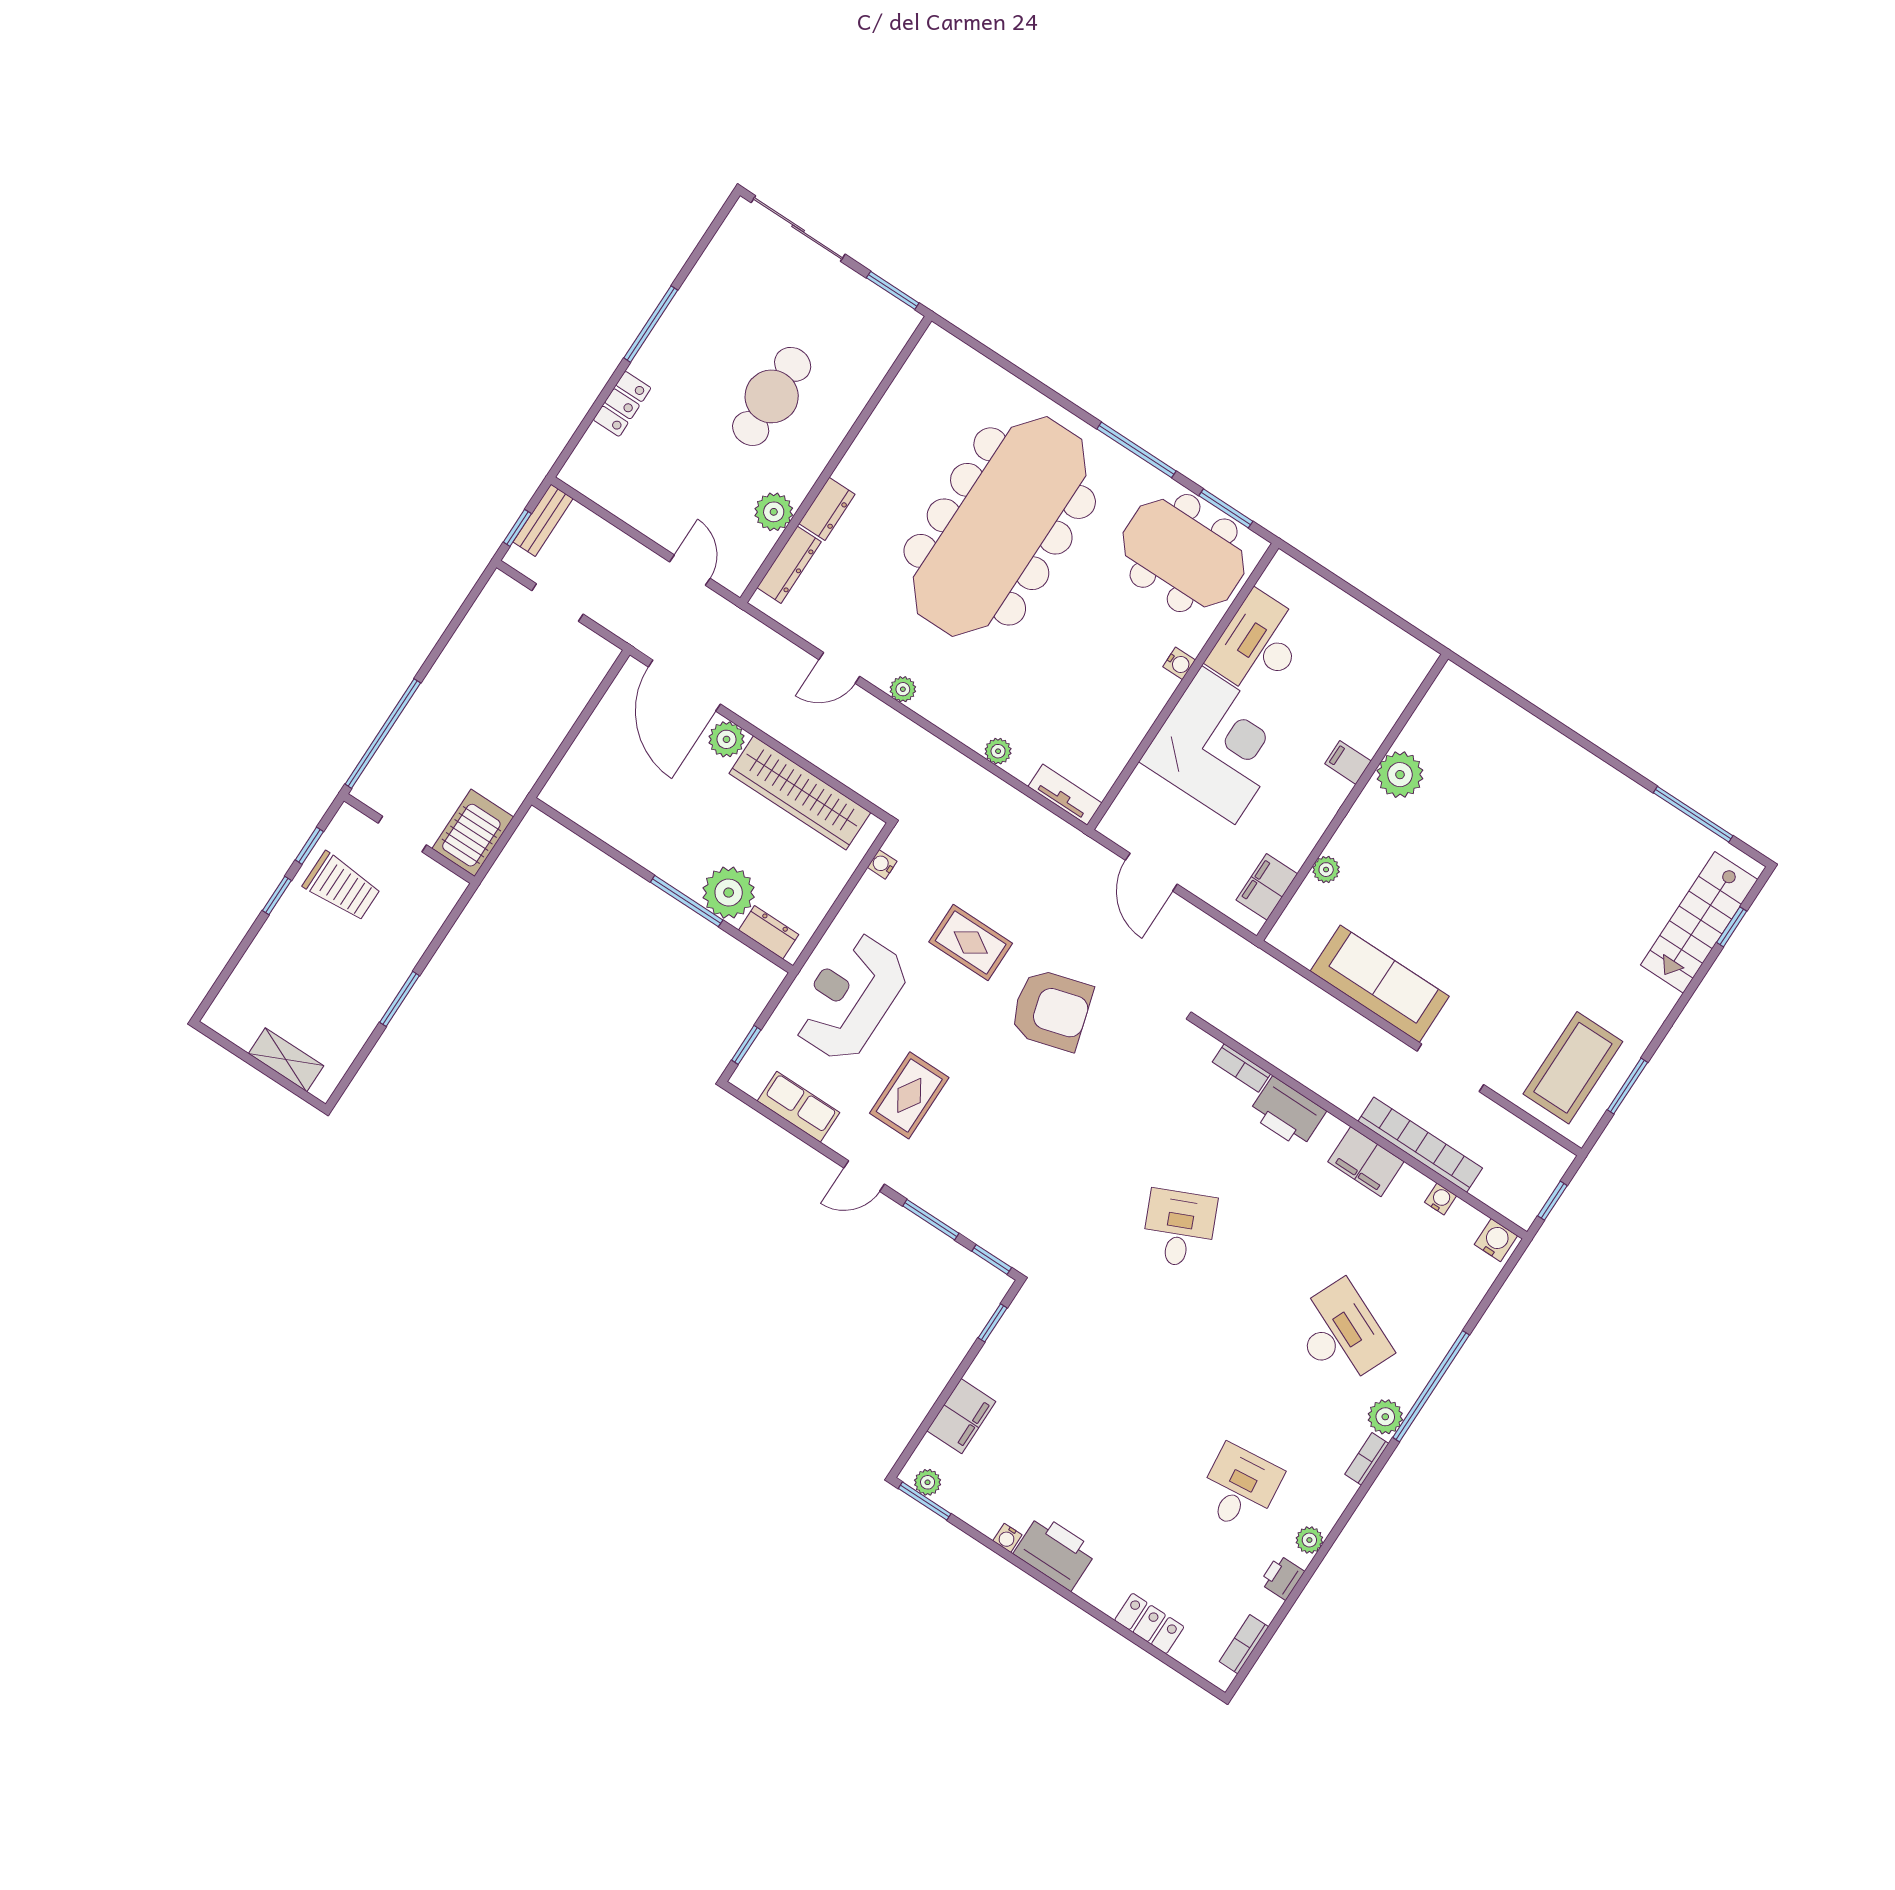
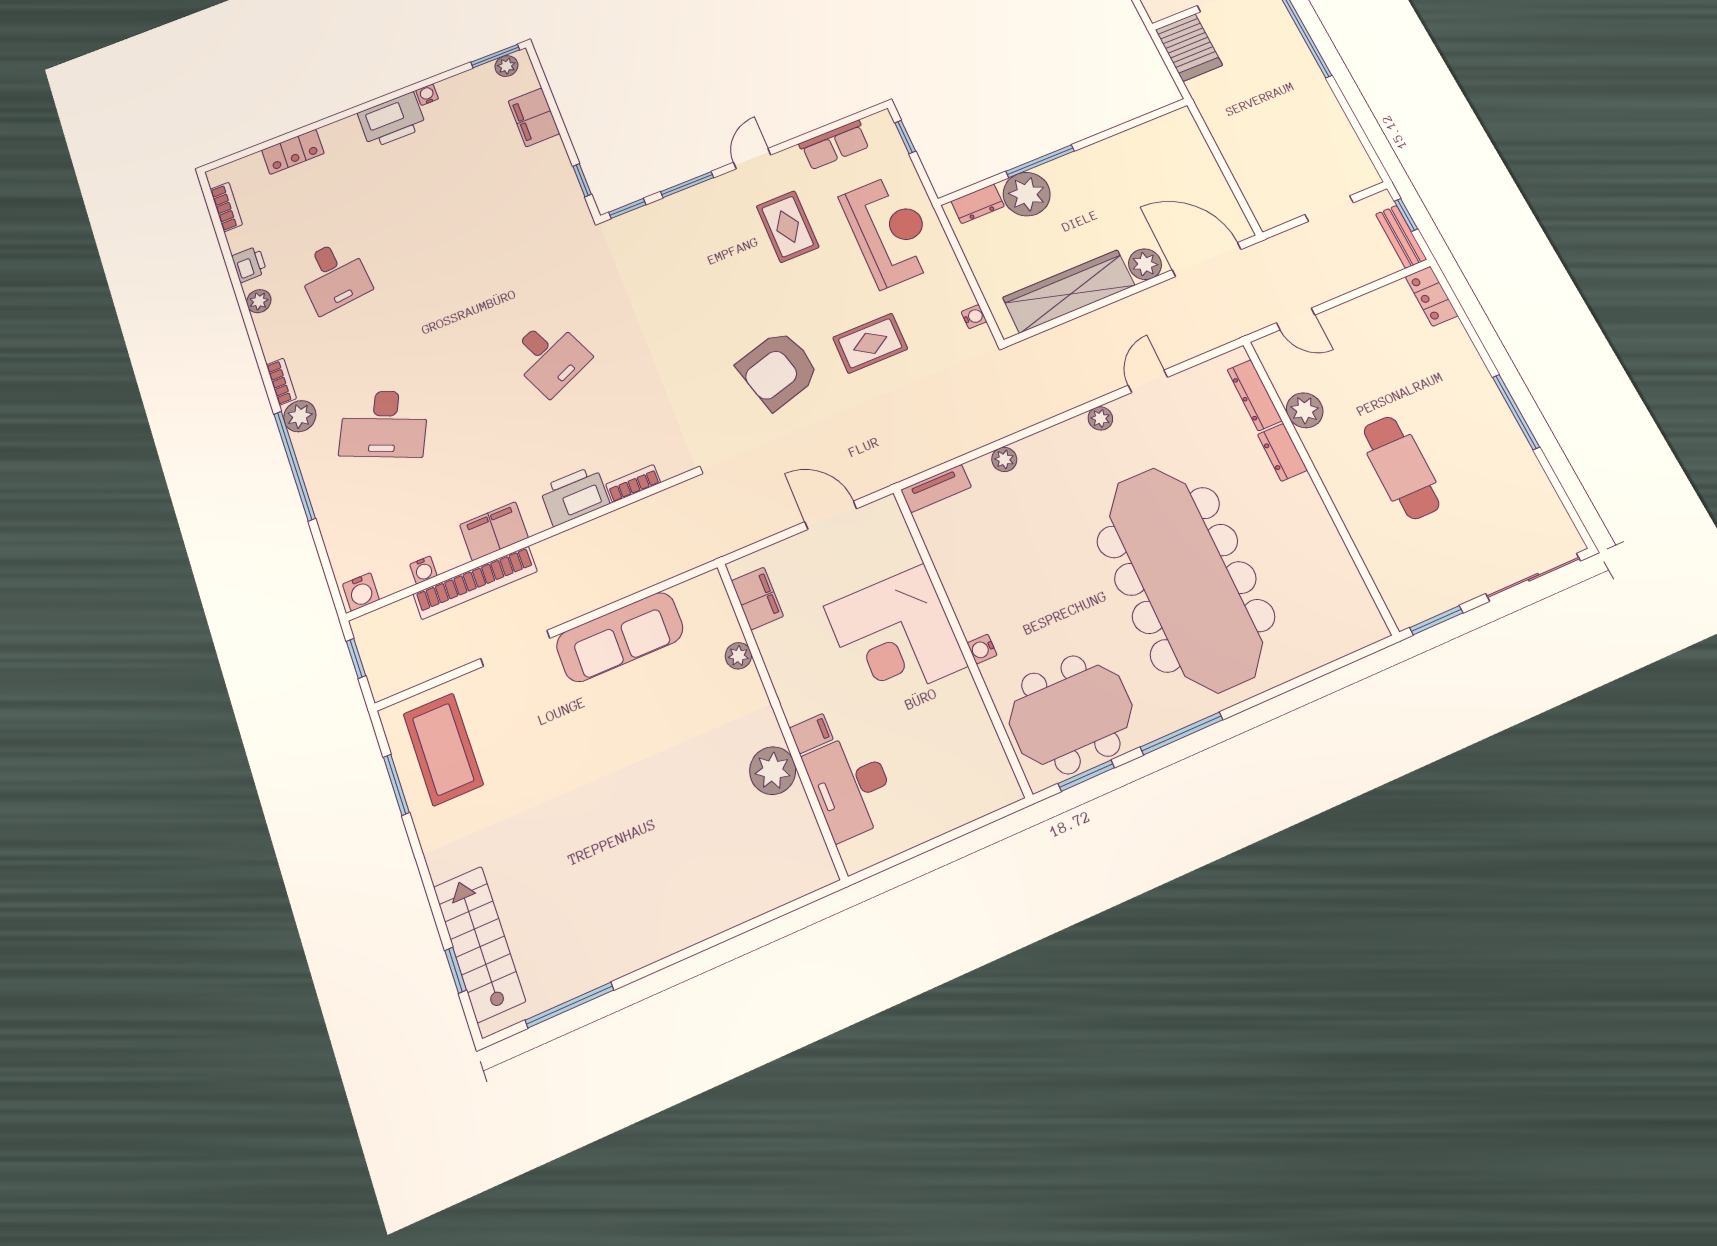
locker: (622, 404) -> (1432, 296), moved
desk: (1259, 644) -> (851, 786), moved, turned 180

